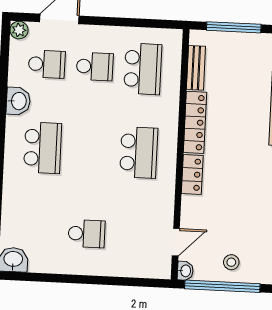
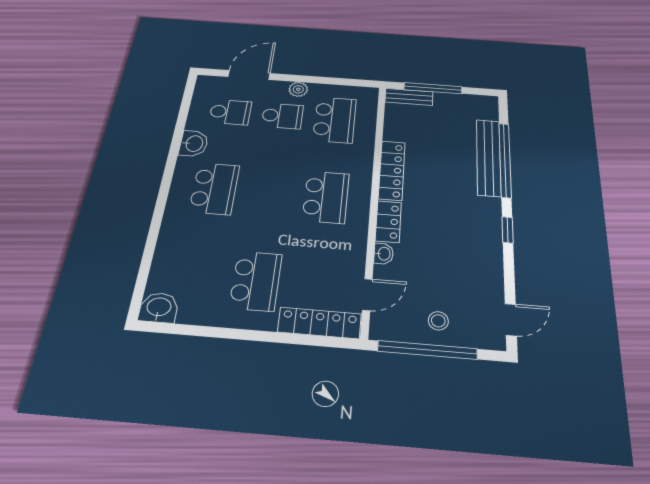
plant: (19, 30) -> (298, 89), moved
bench: (196, 68) -> (409, 97), moved, turned 90
school desk: (87, 234) -> (256, 281), width x1.85
locker: (139, 268) -> (319, 323), added
washbasin: (185, 271) -> (384, 254), moved

